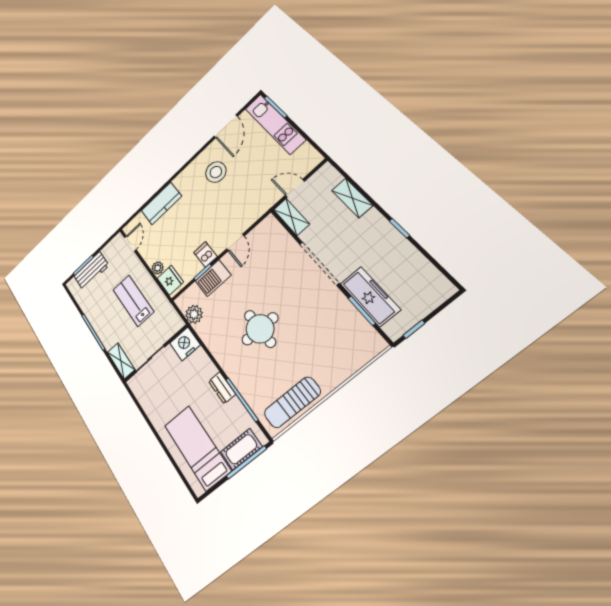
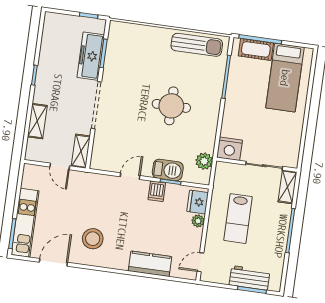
dresser: (222, 388) -> (232, 96), removed

